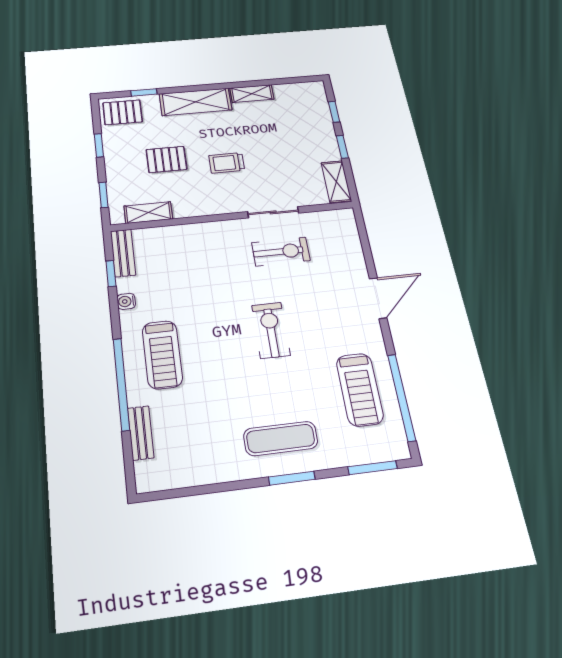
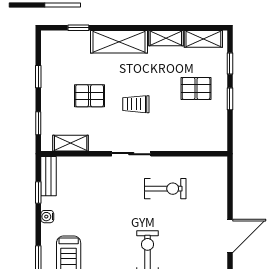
pallet: (123, 112) -> (196, 88), moved
shelving: (336, 182) -> (203, 39), moved, turned 90
sliding door: (273, 212) -> (131, 154), moved

